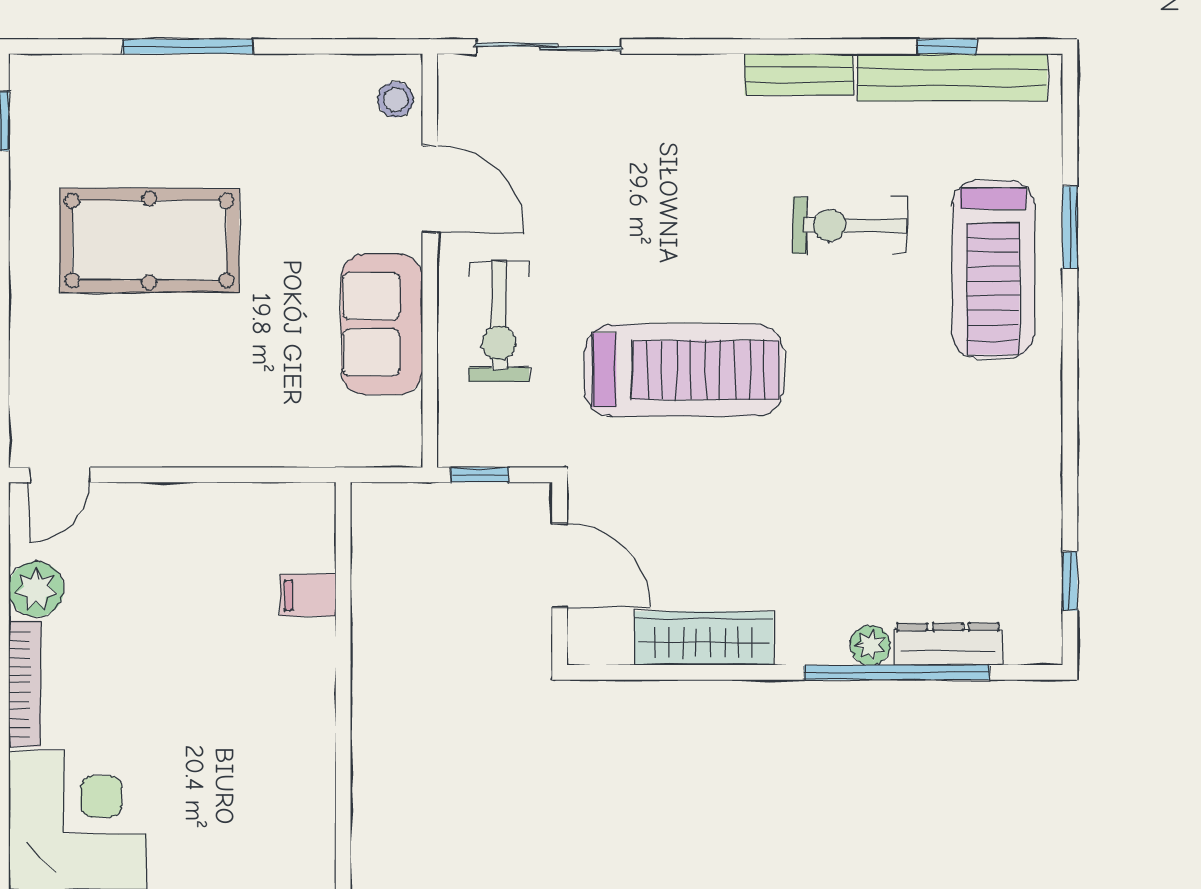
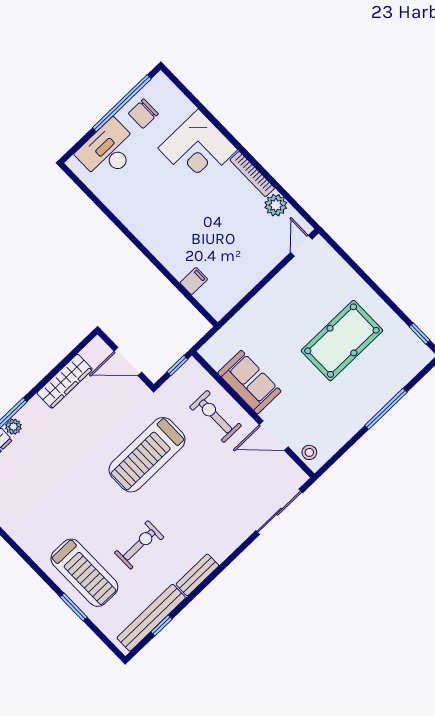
treadmill: (993, 269) -> (84, 573), turned 180

